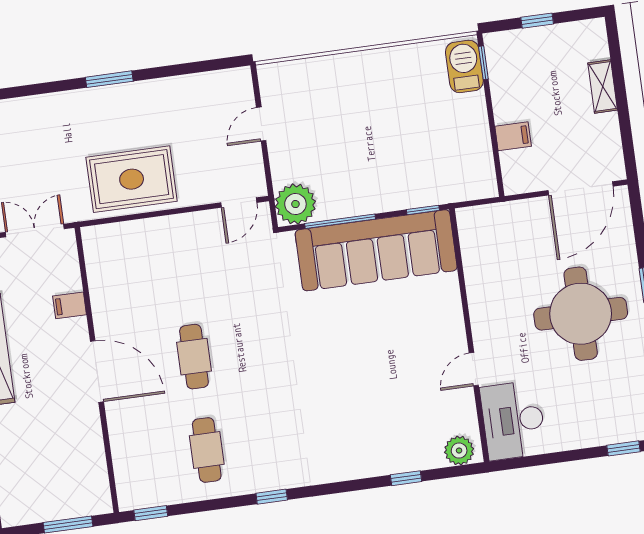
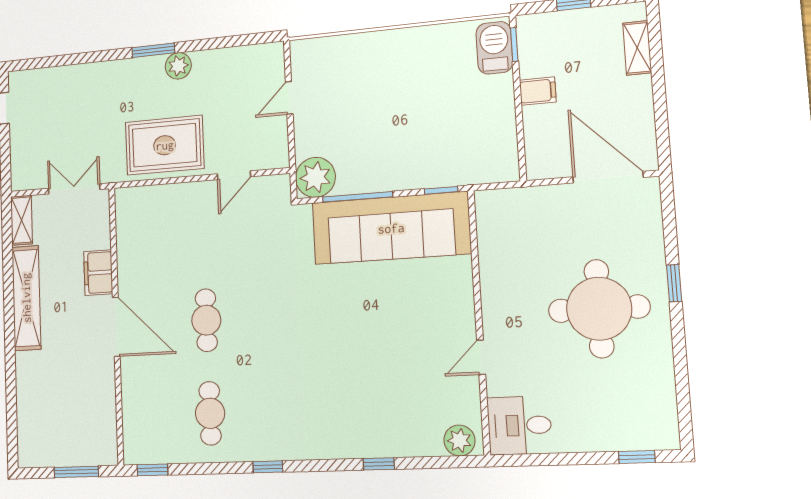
shelving: (603, 87) -> (637, 48), moved
plant: (139, 95) -> (178, 66), added
filing cabinet: (513, 136) -> (538, 91), moved
door: (581, 188) -> (608, 177), swing flipped
door: (239, 203) -> (234, 175), moved
filing cabinet: (70, 305) -> (98, 273), width x2.00
desk: (513, 420) -> (519, 425), width x0.73
window: (406, 478) -> (379, 464), moved

